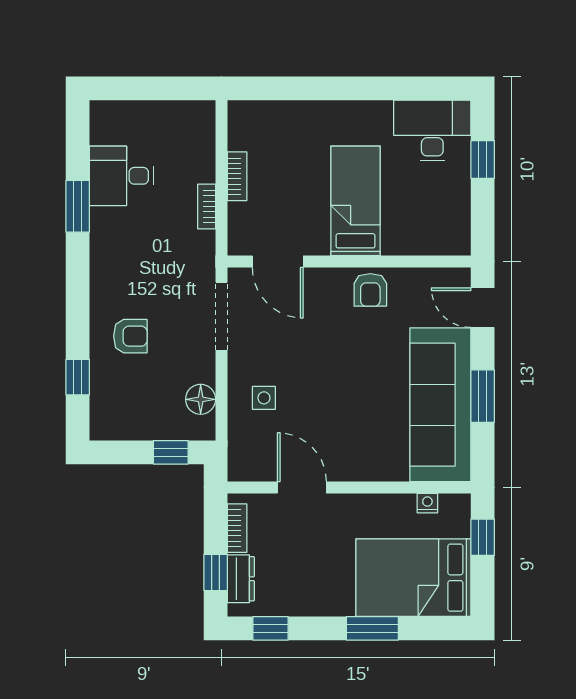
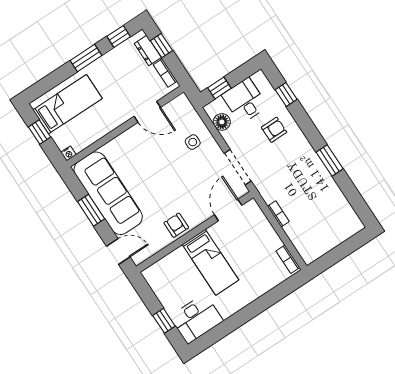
desk: (121, 176) -> (245, 101), moved, turned -90
bookcase: (237, 176) -> (288, 259), moved
window: (78, 206) -> (330, 161), moved
door: (278, 262) -> (228, 210), hinge flipped
armchair: (130, 336) -> (274, 130), turned 180
nightstand: (427, 503) -> (68, 153), moved
window: (483, 537) -> (39, 132), moved
bed: (413, 578) -> (68, 104), width x0.67
window: (372, 628) -> (86, 58), moved

